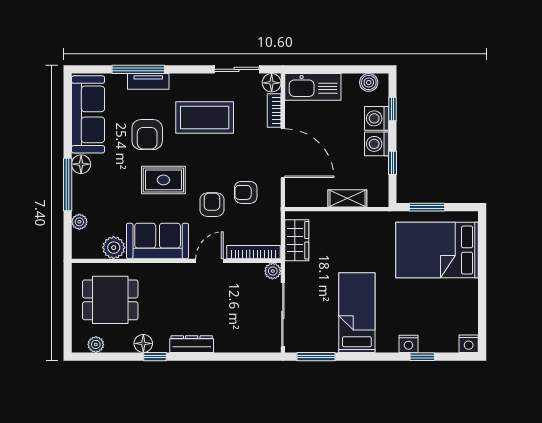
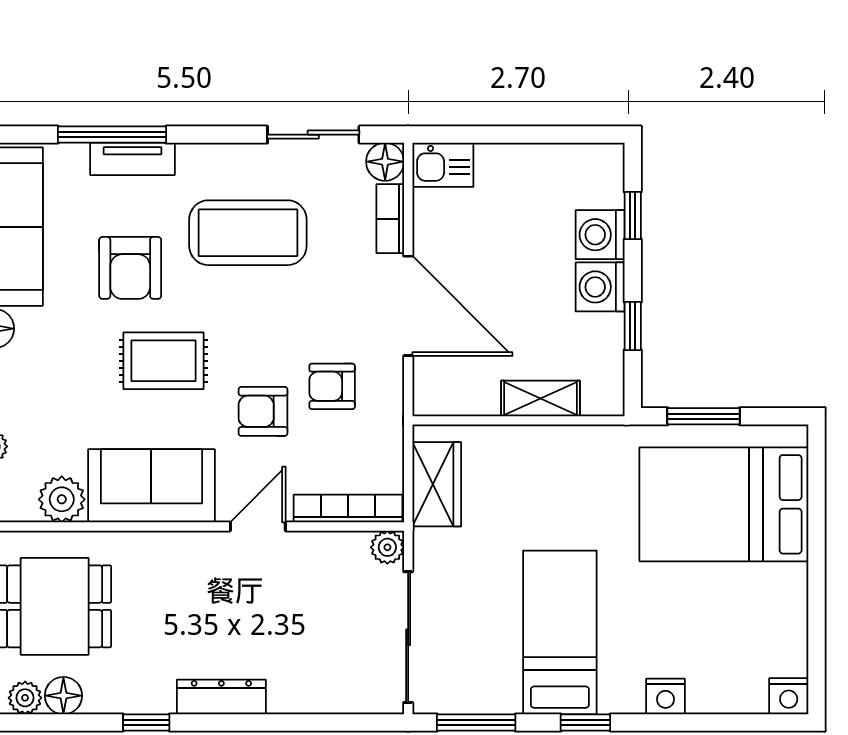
boiler: (369, 82) -> (584, 161), removed
kitchen sink: (313, 87) -> (443, 165), width x0.53, depth x0.81
armchair: (212, 205) -> (263, 411), turned -90
floor lamp: (143, 343) -> (63, 696), moved
window: (422, 357) -> (585, 722), moved

